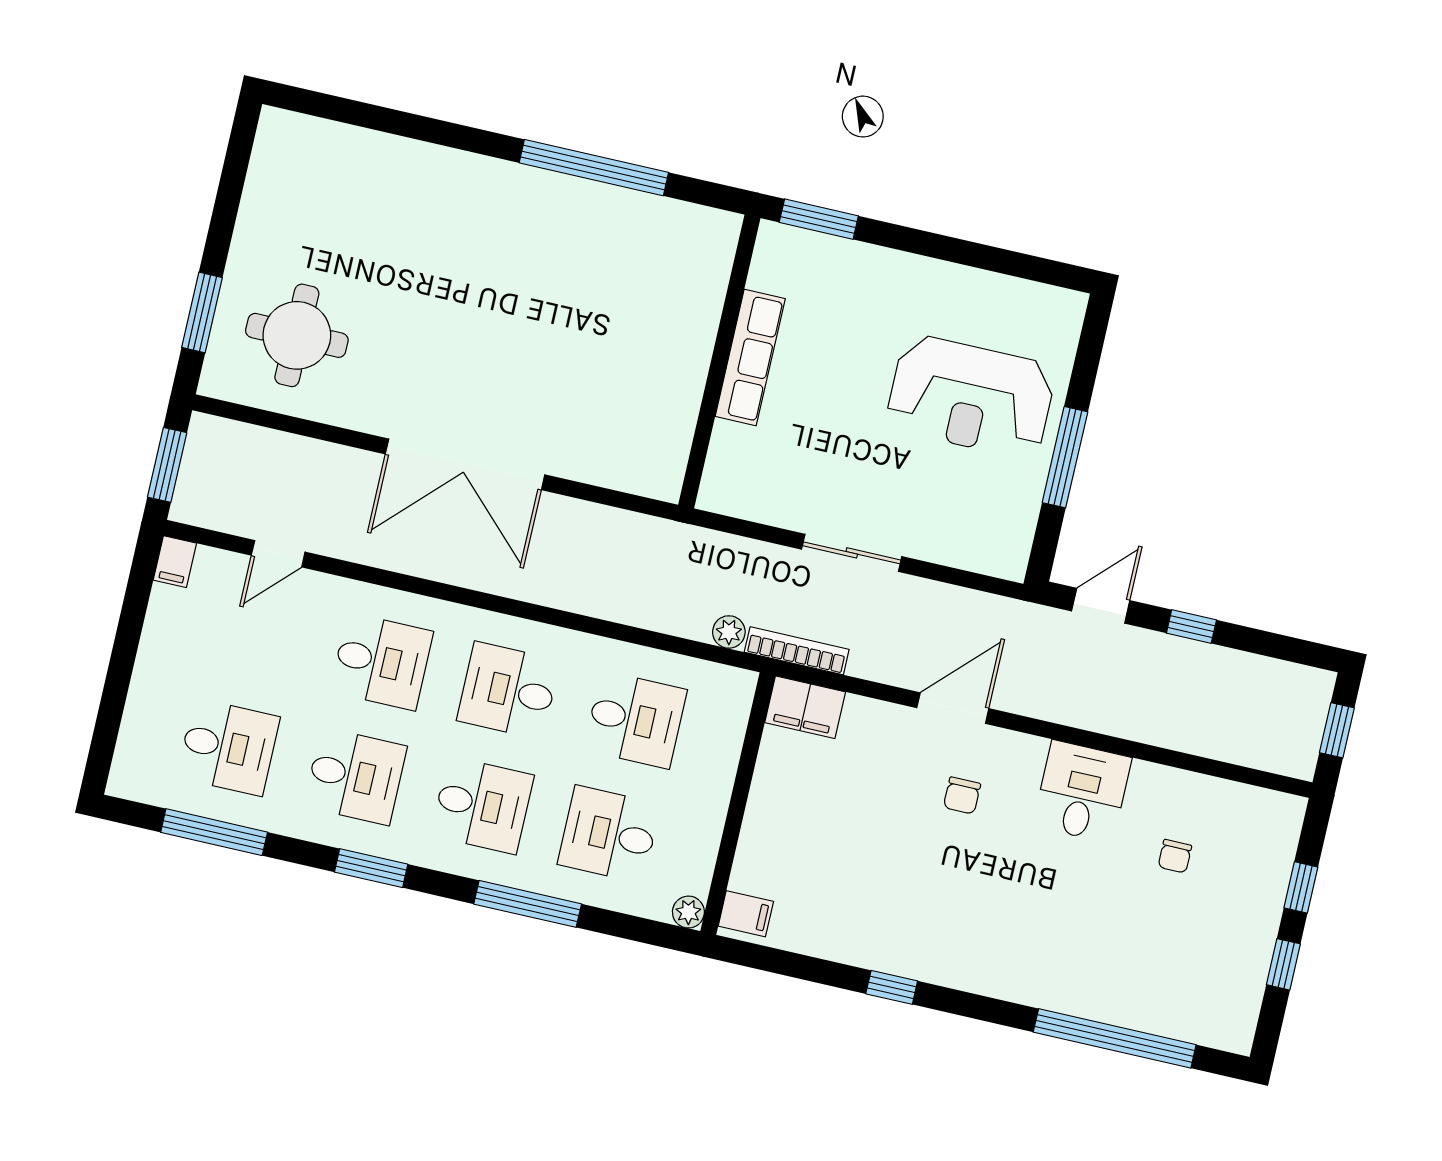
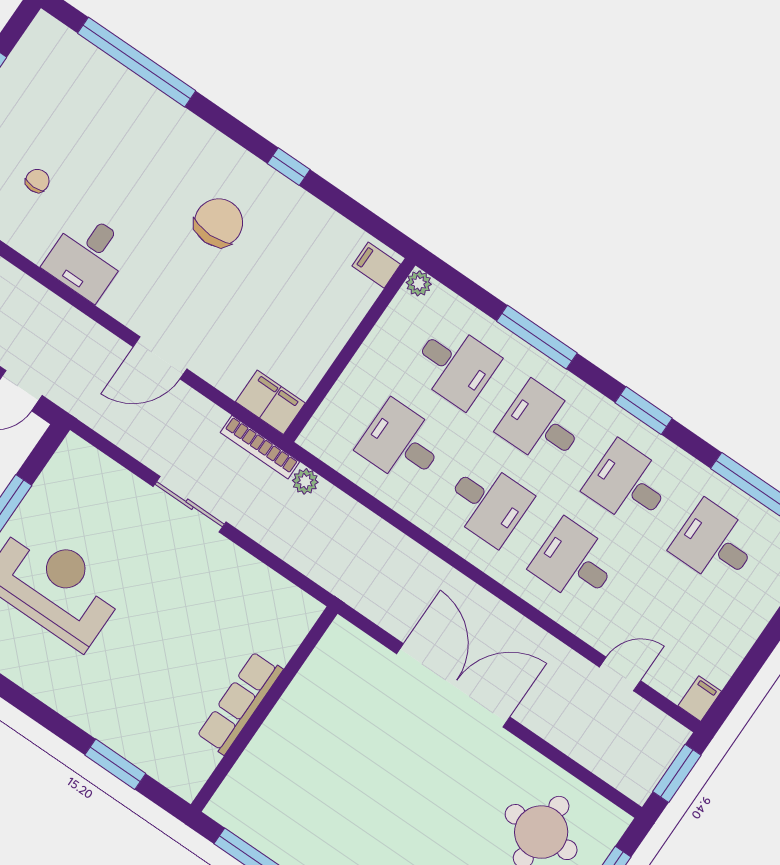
row of seats: (750, 357) -> (240, 703), moved
wall: (719, 362) -> (264, 709), moved
chair: (962, 796) -> (219, 223), moved, width x1.87, depth x1.87

